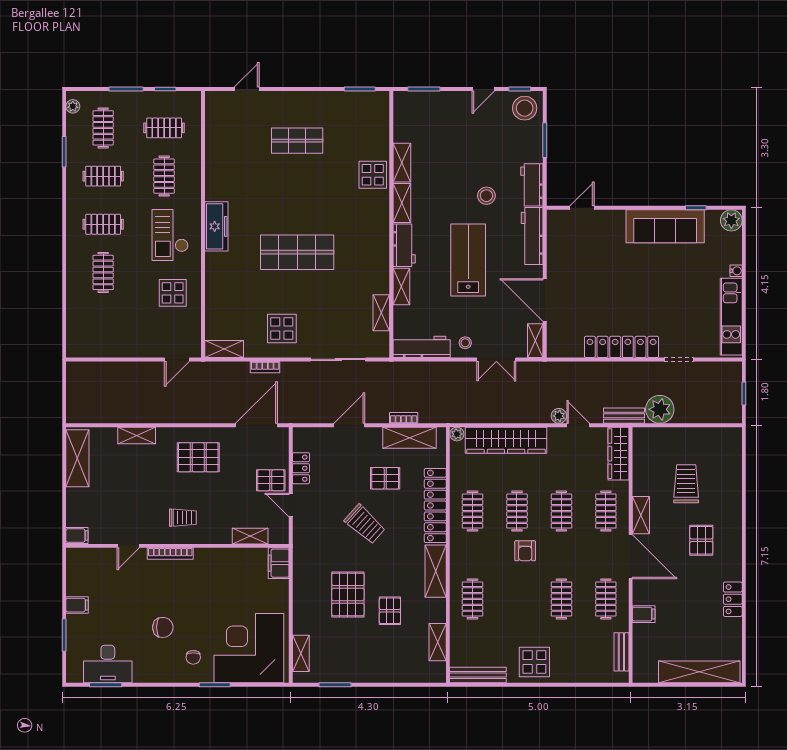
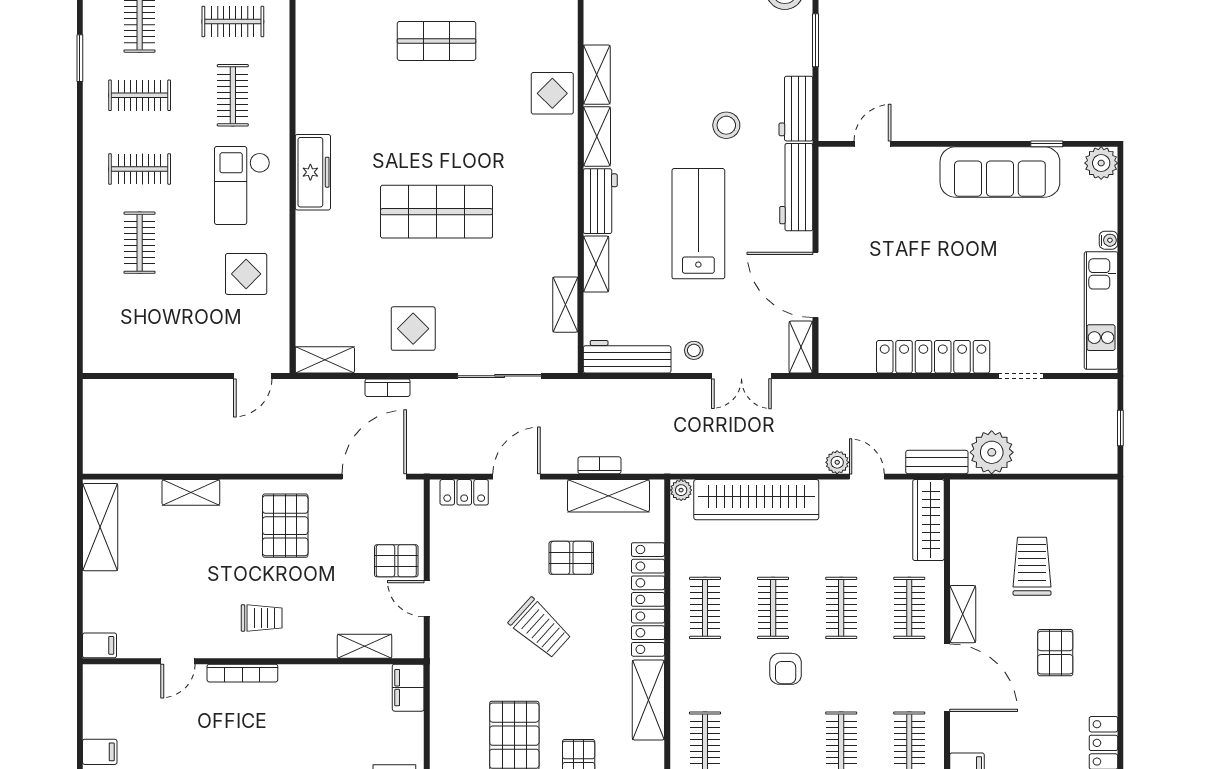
pallet: (198, 457) -> (285, 526), turned 90
locker: (301, 468) -> (464, 492), moved, turned 90

